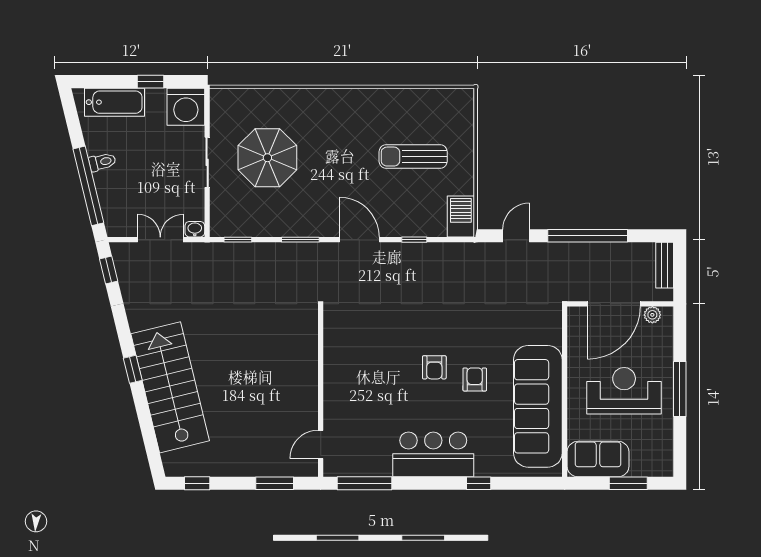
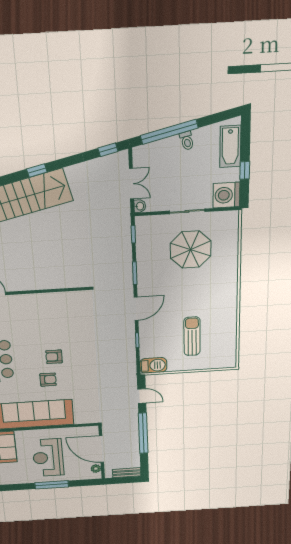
reception desk: (624, 391) -> (48, 458), turned 180

